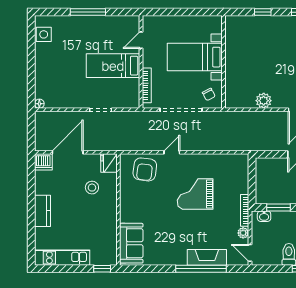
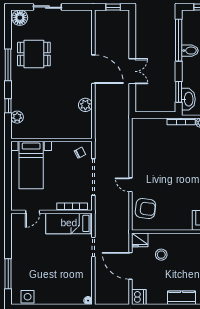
window: (88, 12) -> (8, 274), moved
plant: (250, 22) -> (17, 117), added
door: (141, 40) -> (33, 212), hinge flipped
bed with nightstands: (195, 57) -> (31, 165), moved
bed: (113, 66) -> (69, 223), moved, turned 90
door: (68, 152) -> (130, 266), moved
grand piano: (195, 194) -> (167, 165), removed
washbasin: (264, 216) -> (188, 99), width x1.91, depth x1.45

